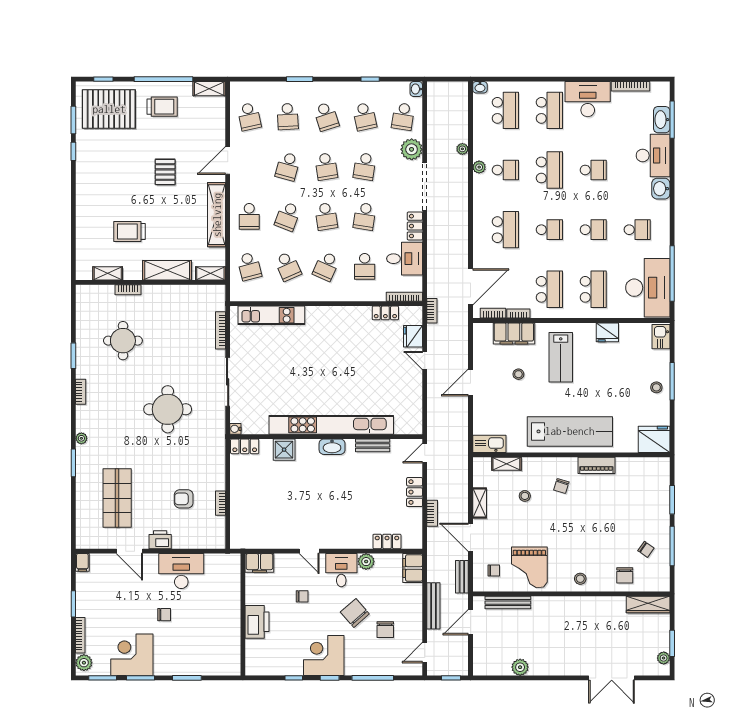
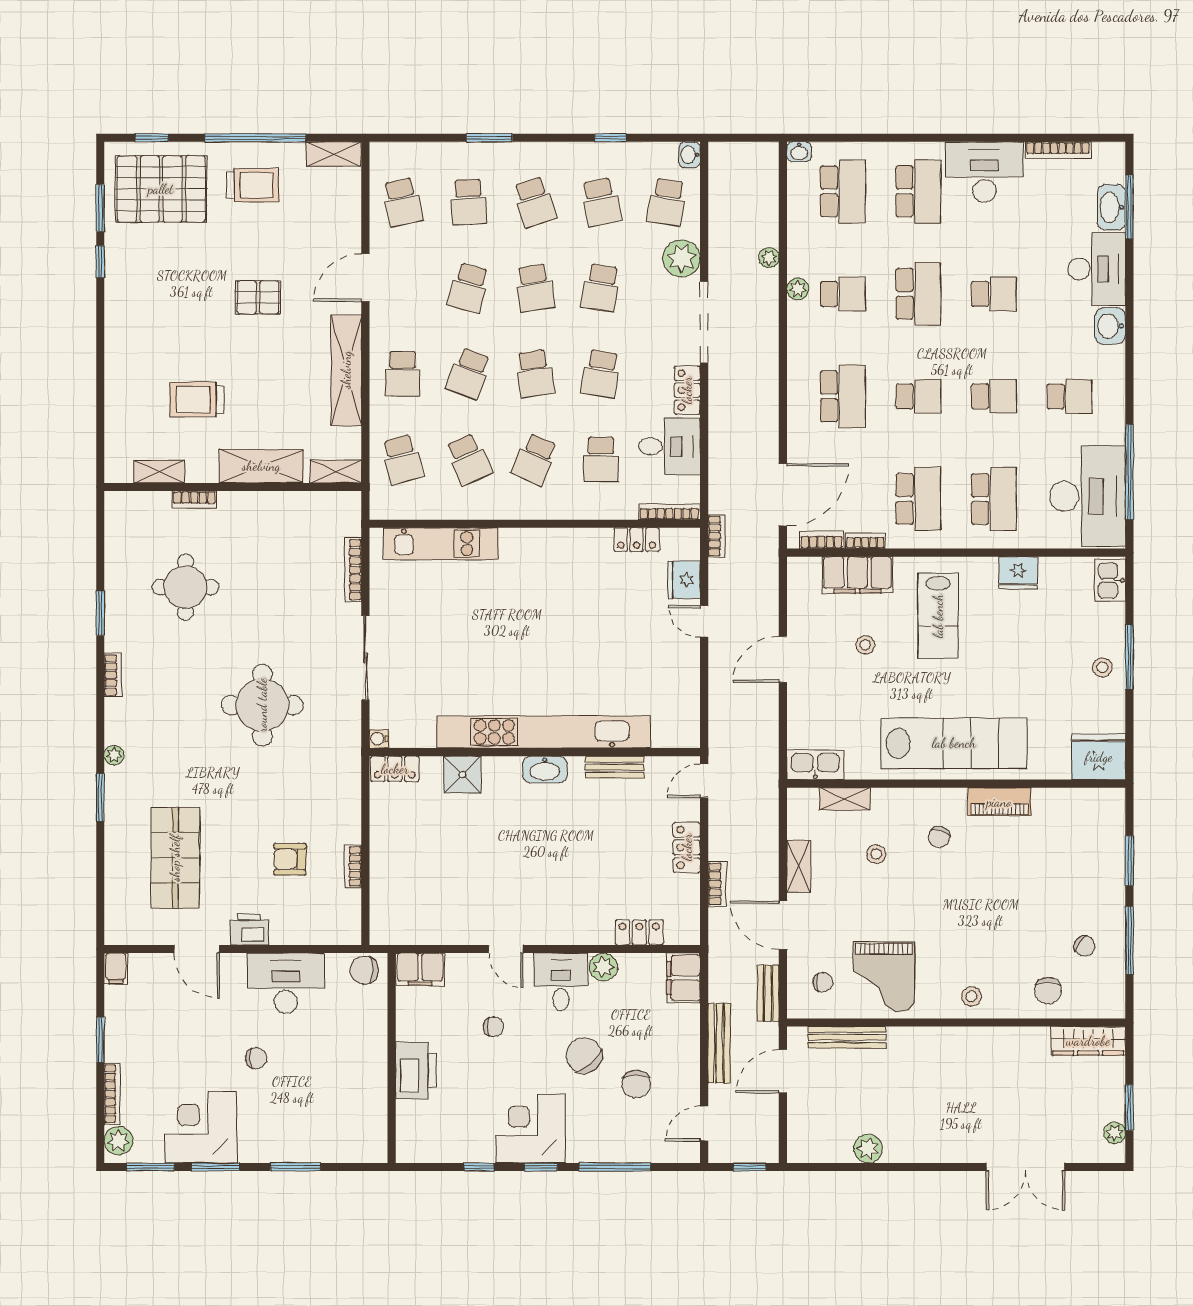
pallet: (165, 172) -> (258, 297), turned 90
chair: (227, 563) -> (364, 970), added

